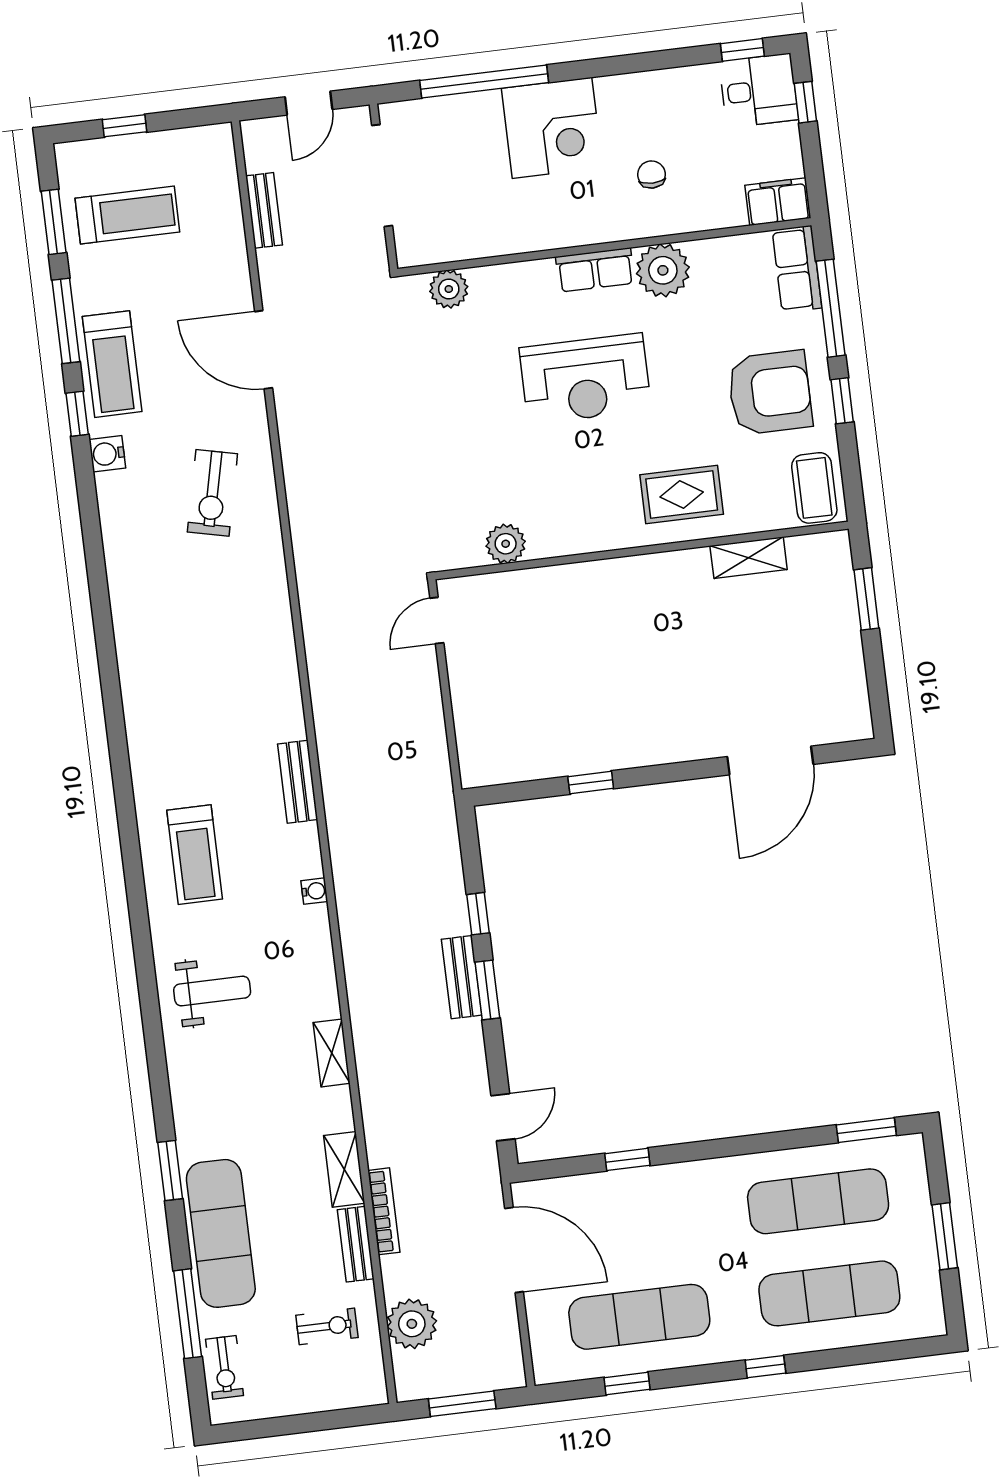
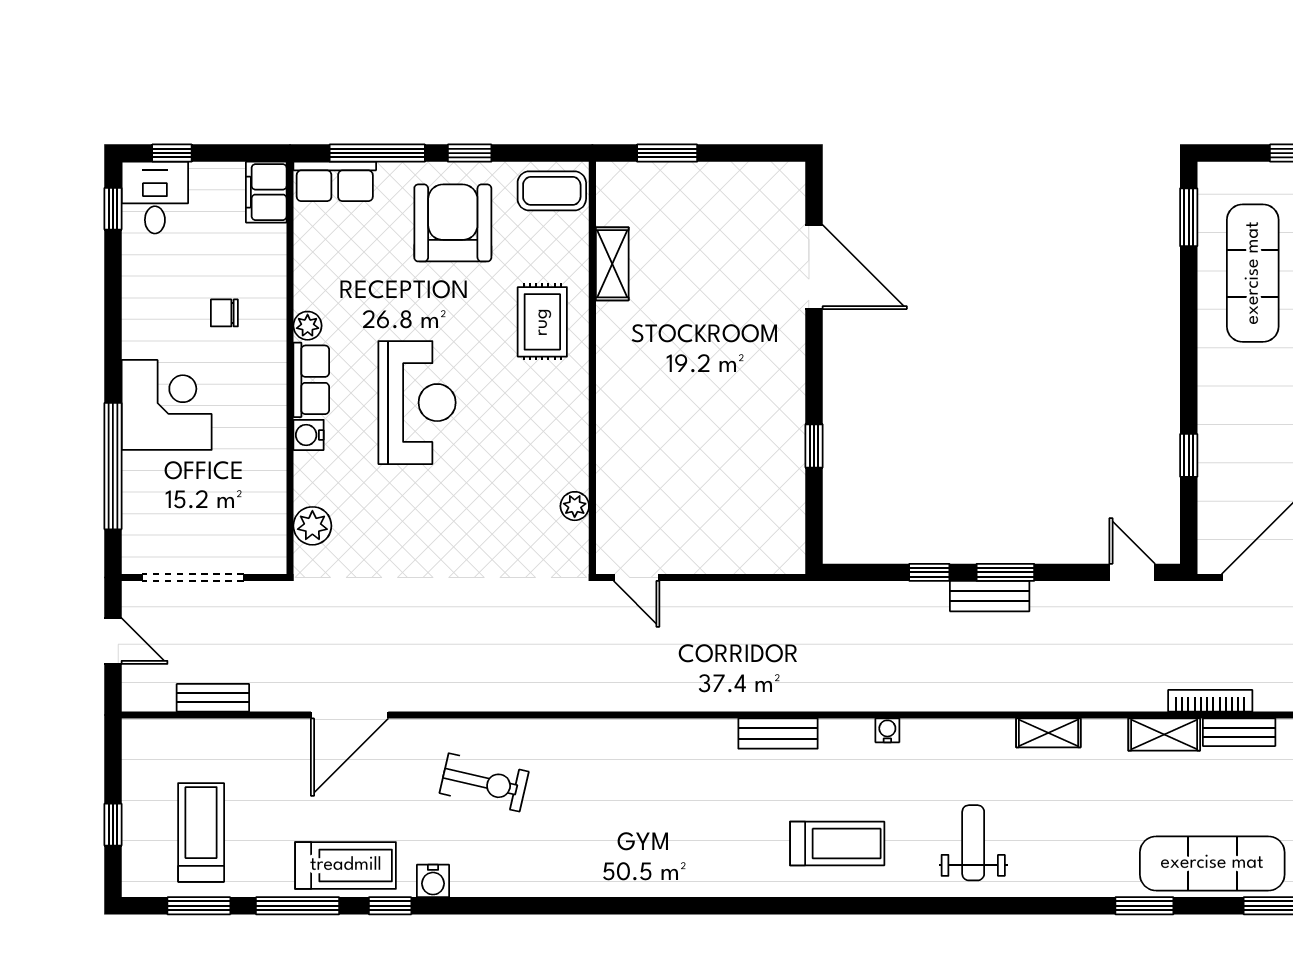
plant: (663, 270) -> (308, 326), width x0.53, depth x0.53
water cooler: (539, 274) -> (309, 435), added
plant: (506, 544) -> (575, 506), width x0.73, depth x0.73

